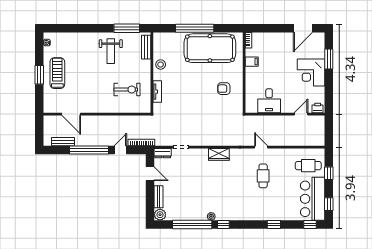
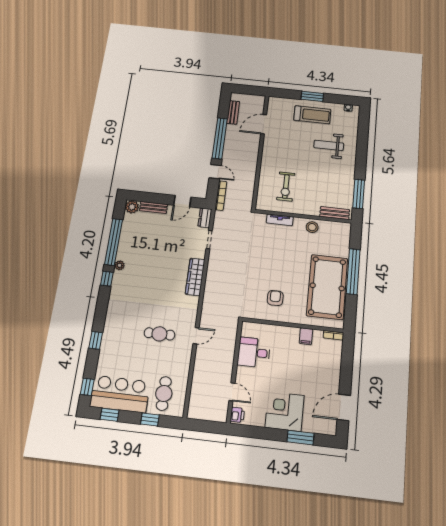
door: (303, 28) -> (344, 407), hinge flipped
weight bench: (111, 51) -> (329, 145), moved
wardrobe: (219, 154) -> (195, 277), width x1.50

